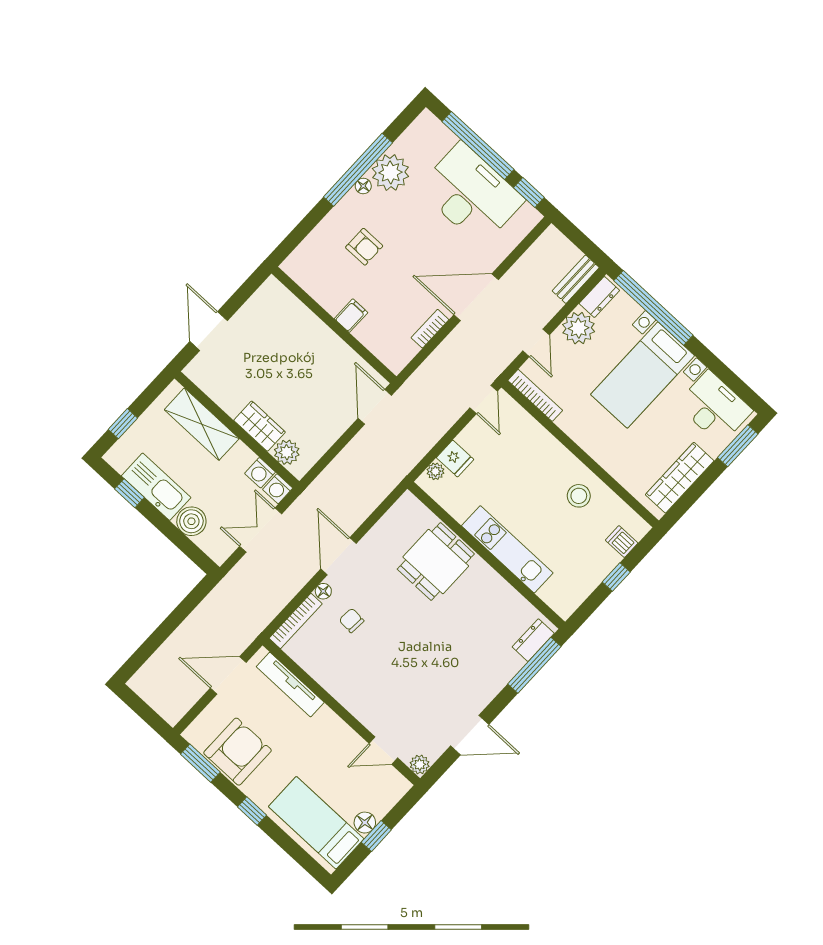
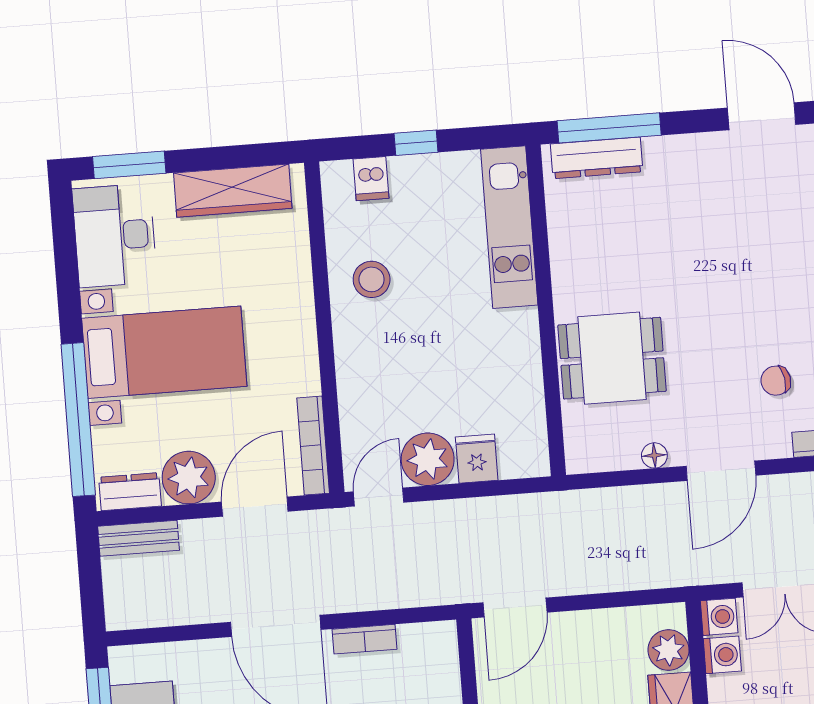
door: (536, 343) -> (255, 507), width x1.38
plant: (435, 471) -> (428, 459), moved, width x1.88, depth x1.88
kitchen unit: (507, 549) -> (509, 227), moved
floor lamp: (323, 591) -> (654, 455), moved
chair: (352, 620) -> (776, 381), turned 76
dresser: (533, 640) -> (597, 158), width x1.44

